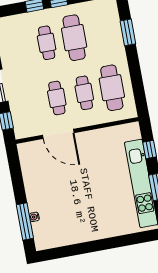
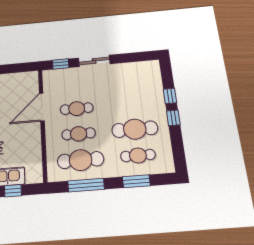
cafe table: (47, 43) -> (138, 155), moved
window: (137, 80) -> (86, 185), added

